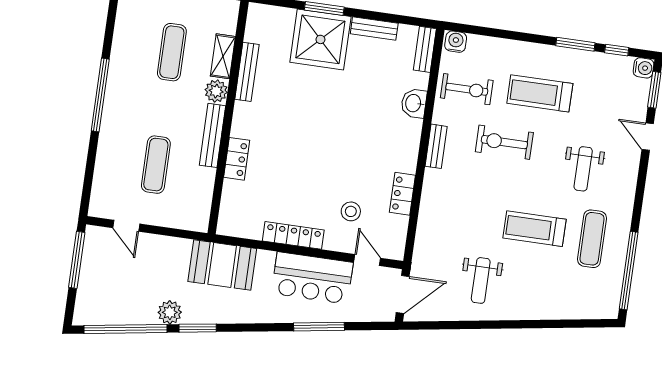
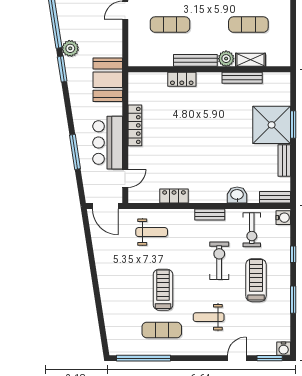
window: (617, 50) -> (293, 254), moved
stool: (351, 211) -> (157, 162), removed
weight bench: (481, 280) -> (152, 232), moved, turned 180

